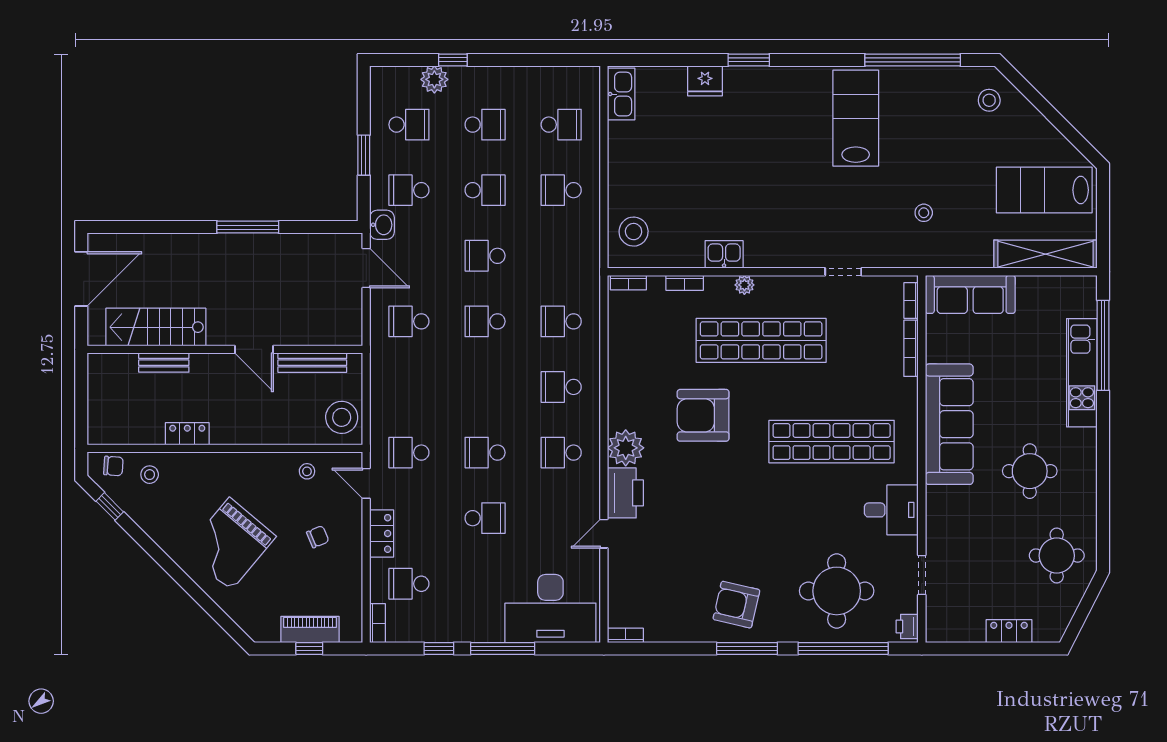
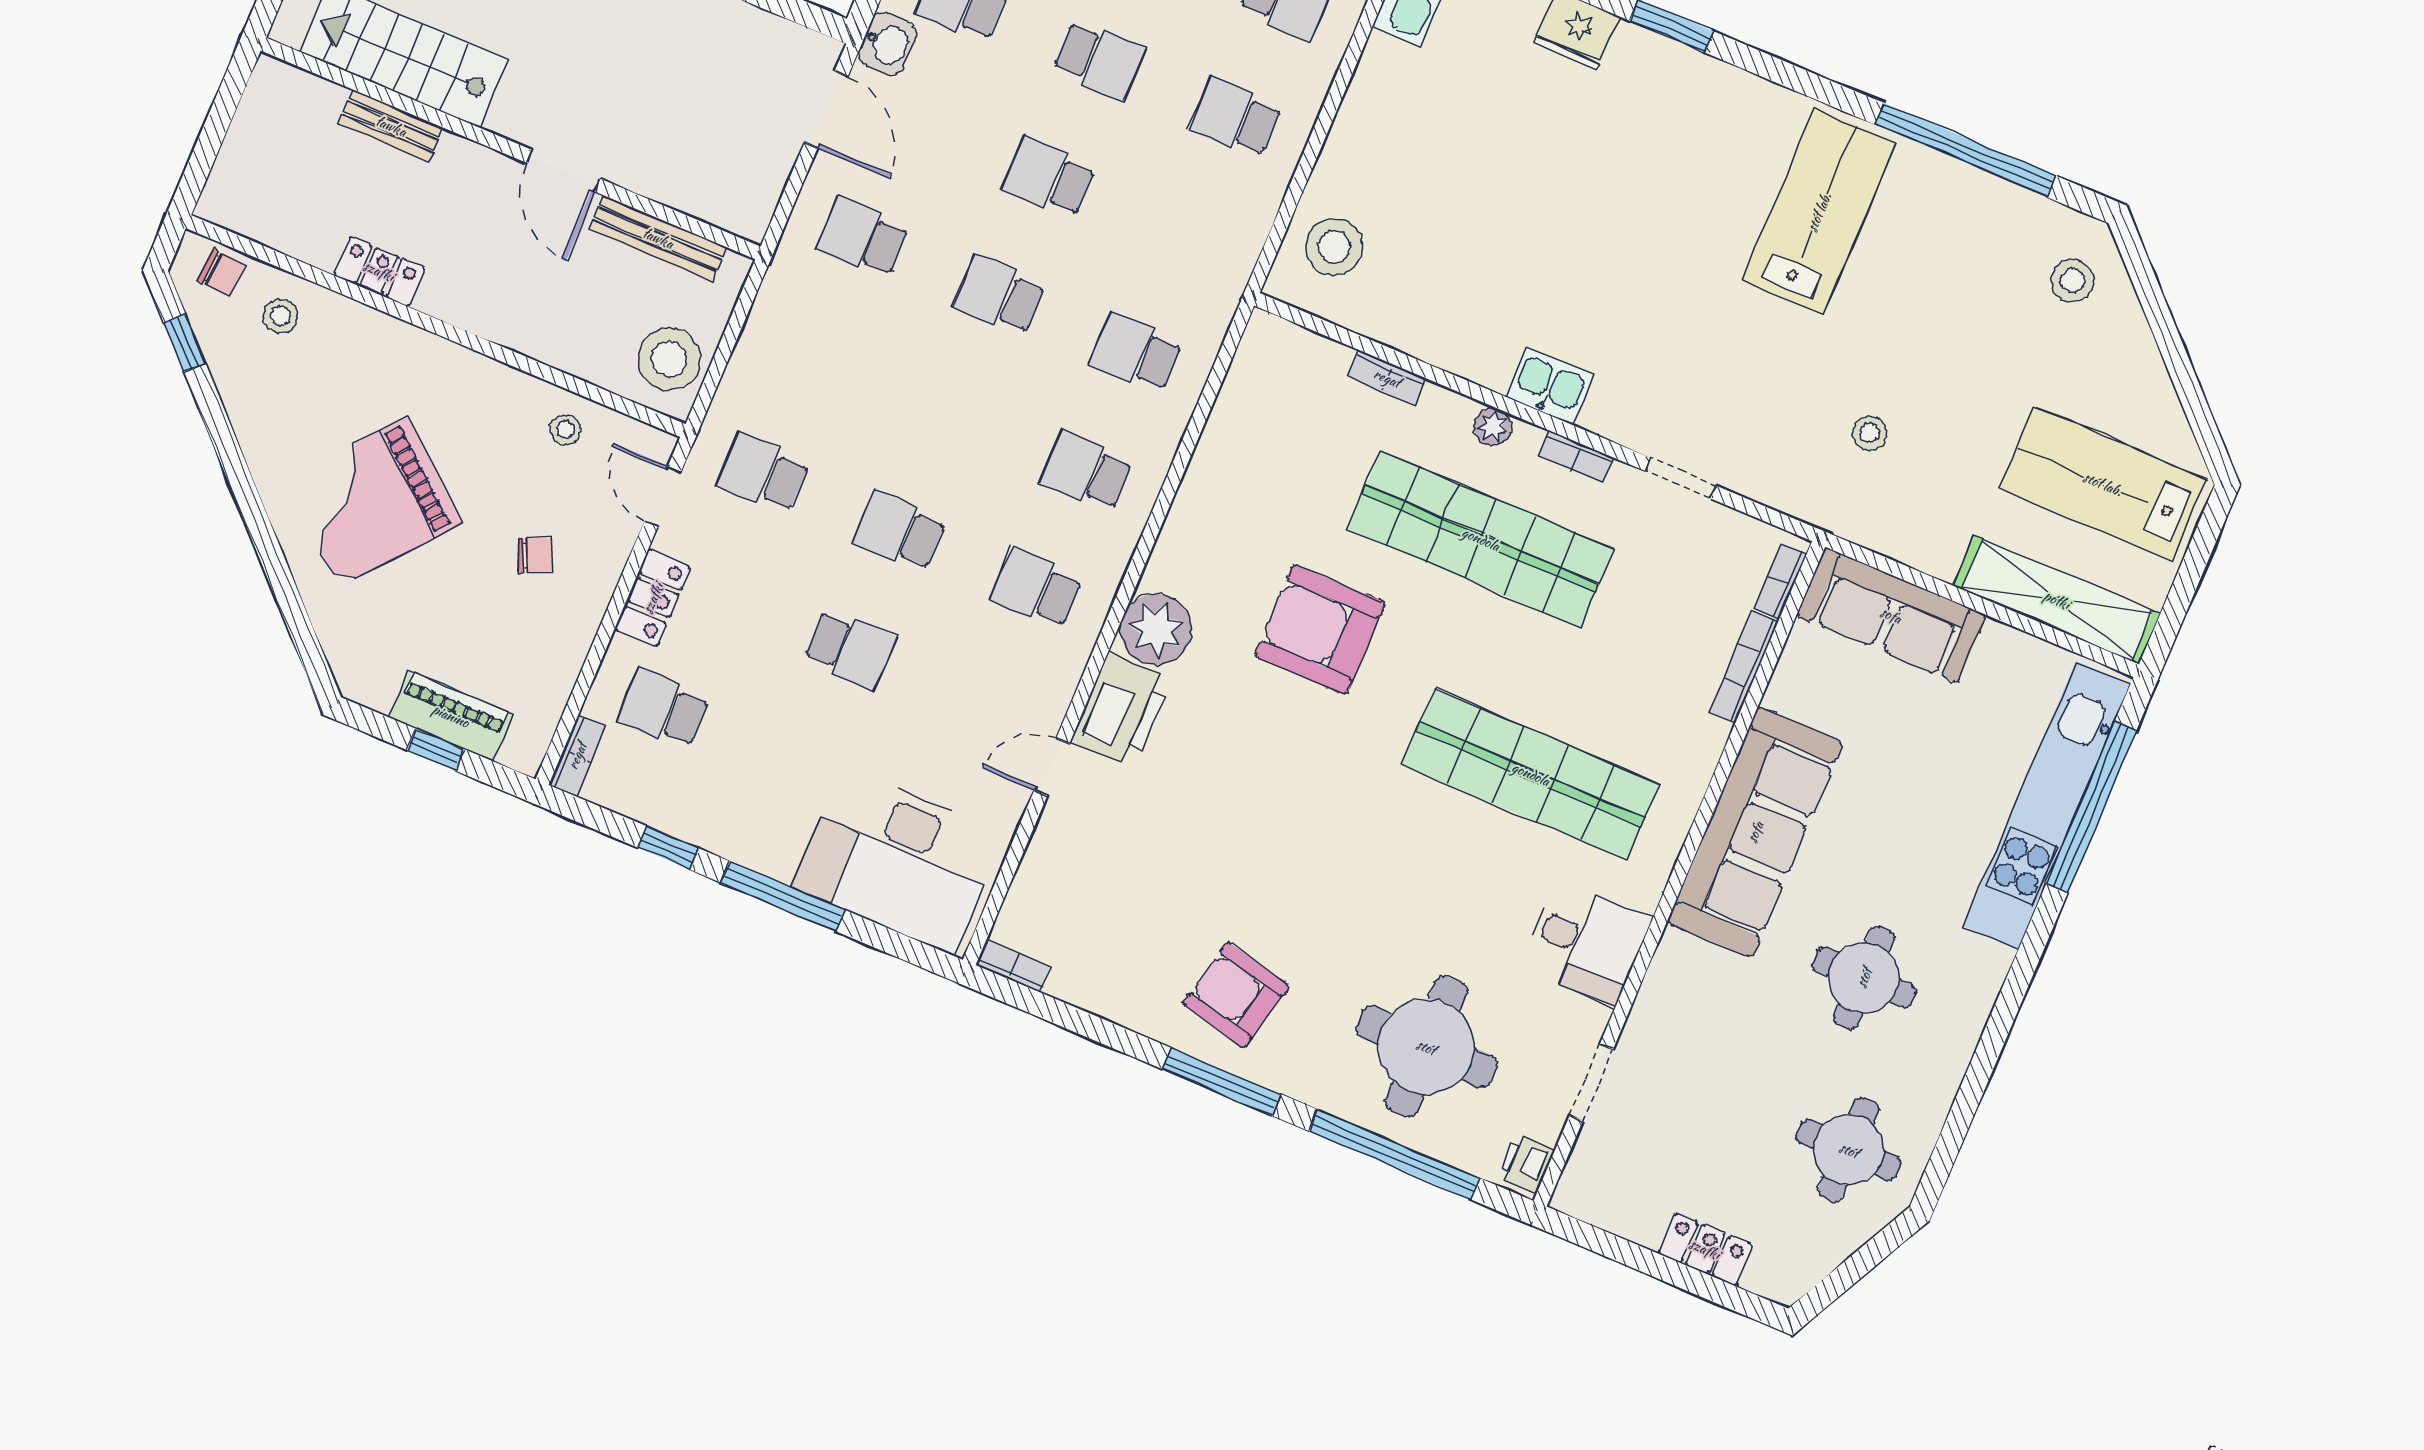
kitchen sink: (724, 254) -> (1549, 386), moved
bookcase: (628, 283) -> (1576, 457), moved
kitchen unit: (1082, 373) -> (2047, 805), width x1.36

